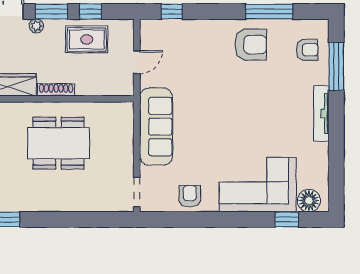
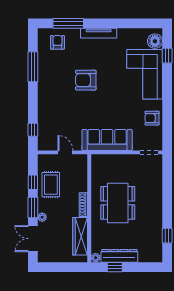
armchair: (251, 45) -> (86, 80), moved, turned -90

